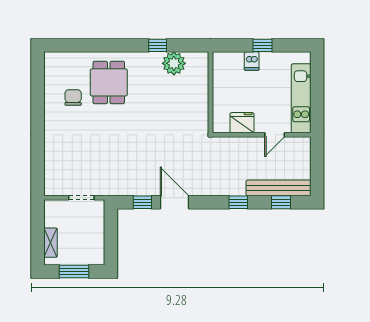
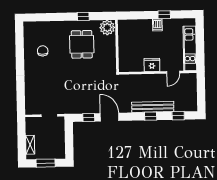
window: (158, 45) -> (83, 16), moved
dining table: (109, 82) -> (82, 44), moved
wall: (210, 92) -> (117, 46), moved
bench: (278, 188) -> (153, 107), moved

